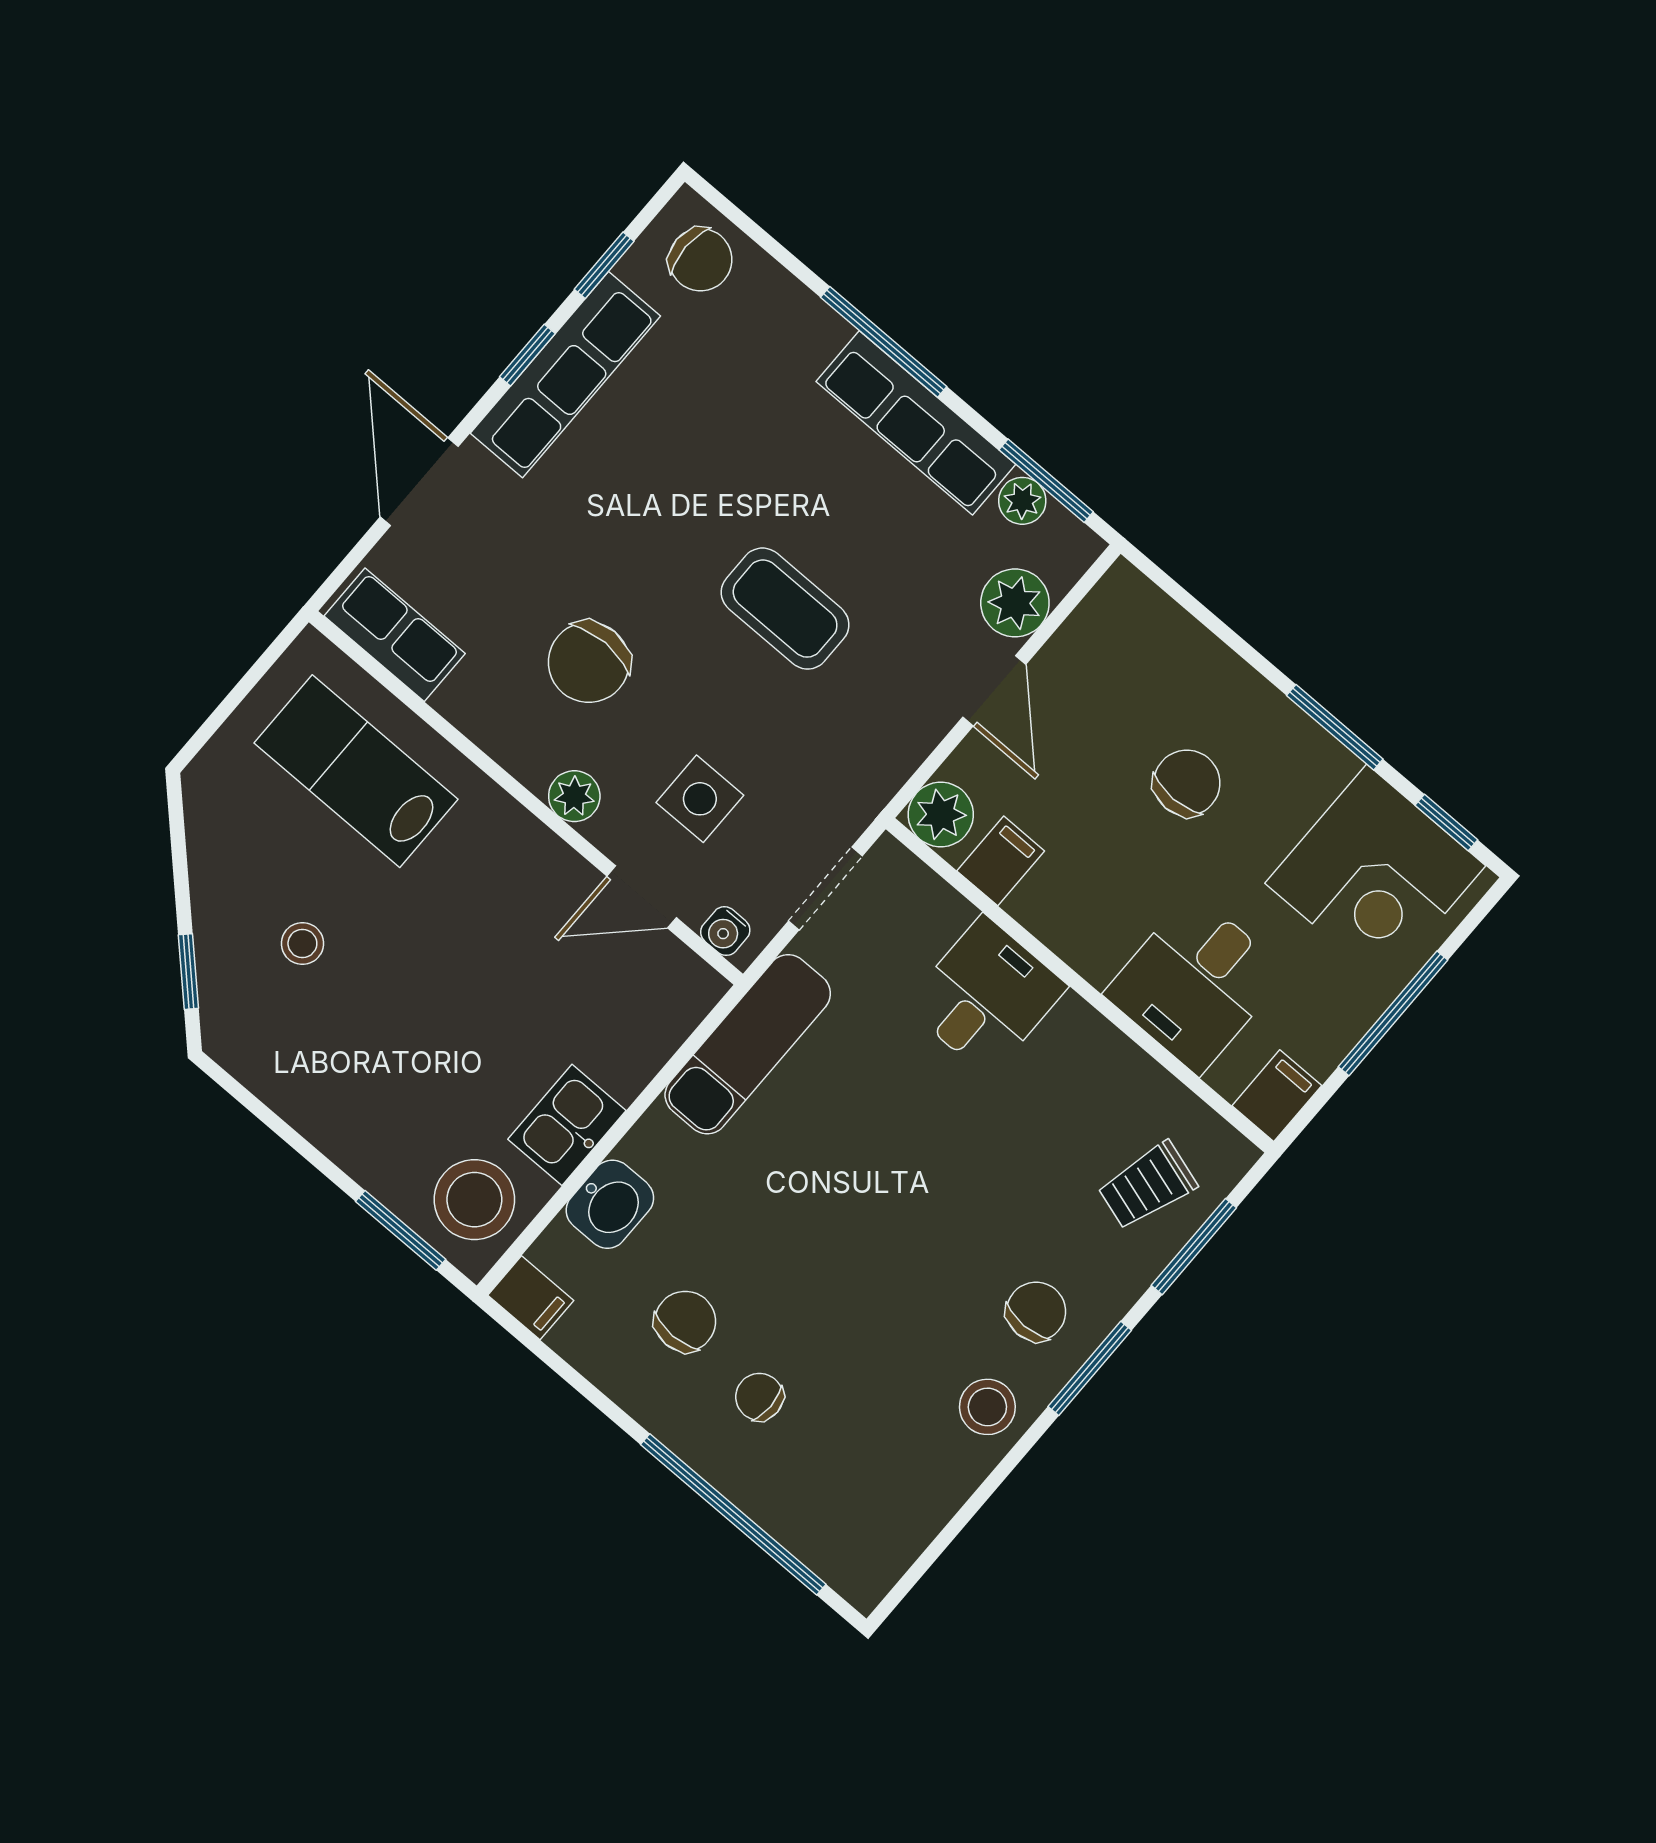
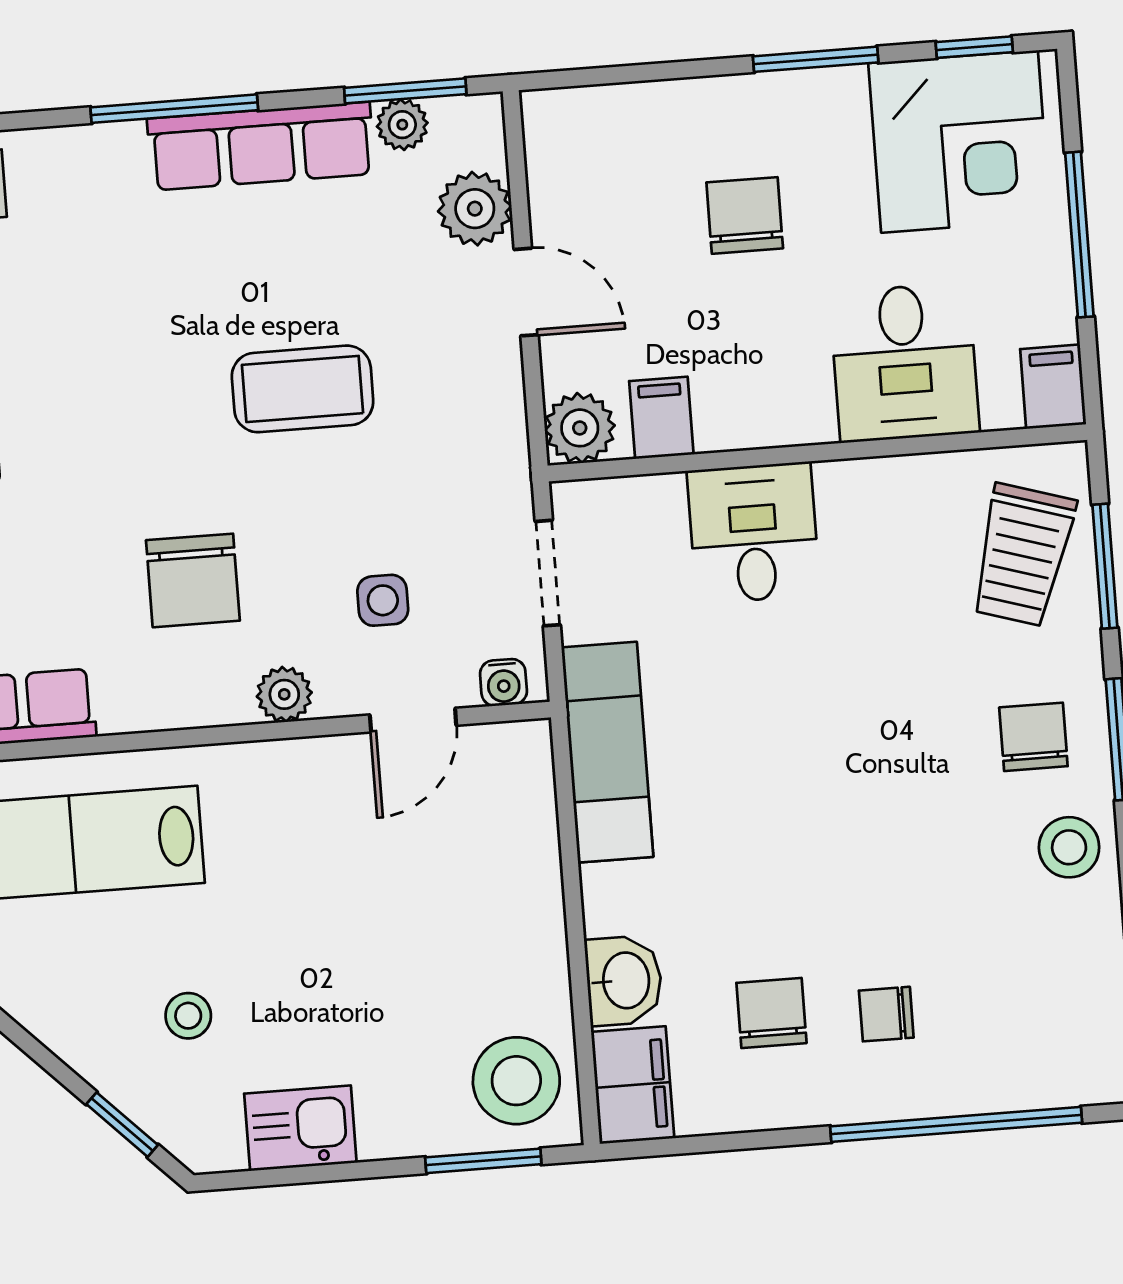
side table: (700, 799) -> (383, 600), width x0.73, depth x0.73
kitchen sink: (567, 1125) -> (300, 1128), moved, turned 90
trolley: (1147, 1186) -> (1022, 555), width x1.36, depth x1.39
filing cabinet: (531, 1298) -> (633, 1085), width x2.00

